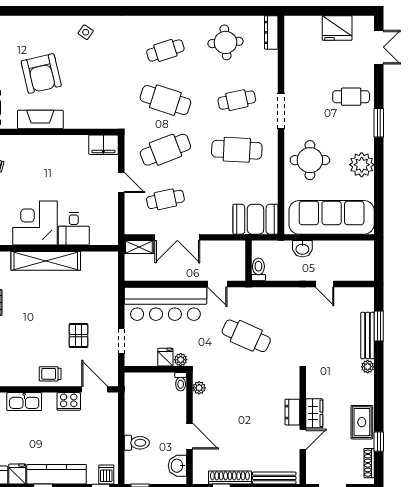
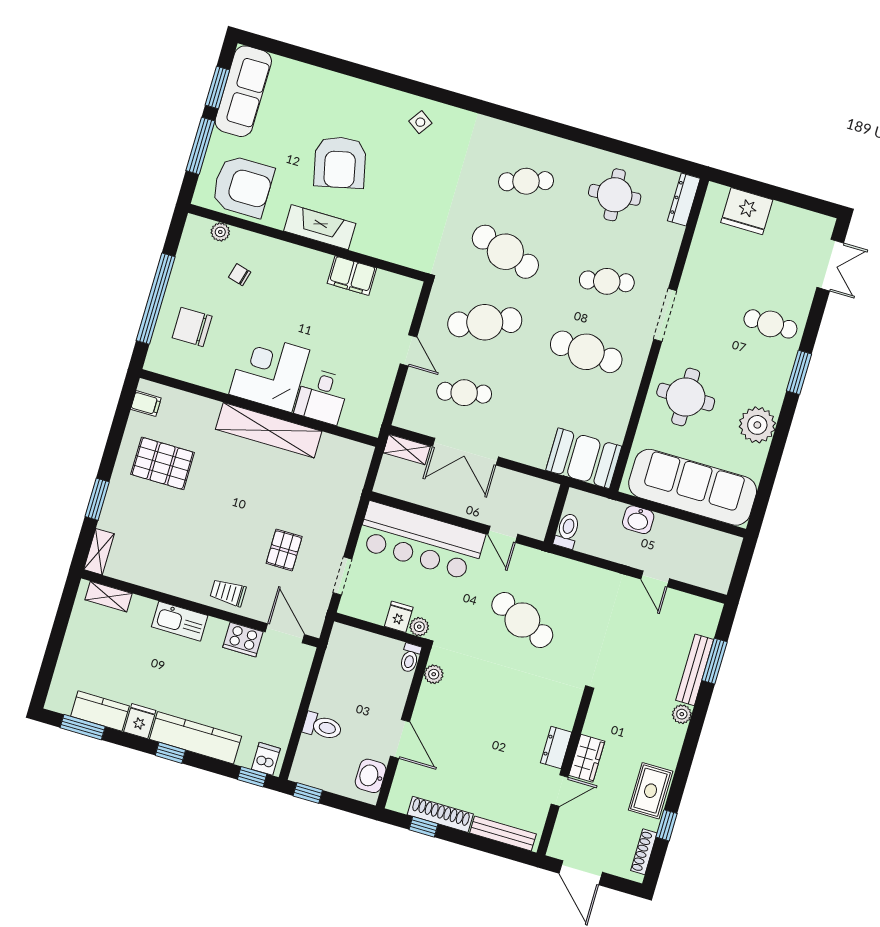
fridge: (337, 28) -> (747, 211), moved
filing cabinet: (103, 145) -> (352, 276), moved

